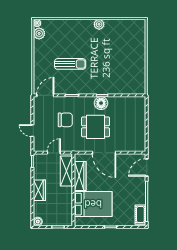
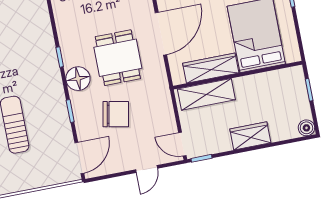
door: (45, 95) -> (79, 158), swing flipped
floor lamp: (101, 103) -> (78, 79), moved
chair: (65, 120) -> (116, 114), turned 101
door: (54, 153) -> (182, 144), moved

